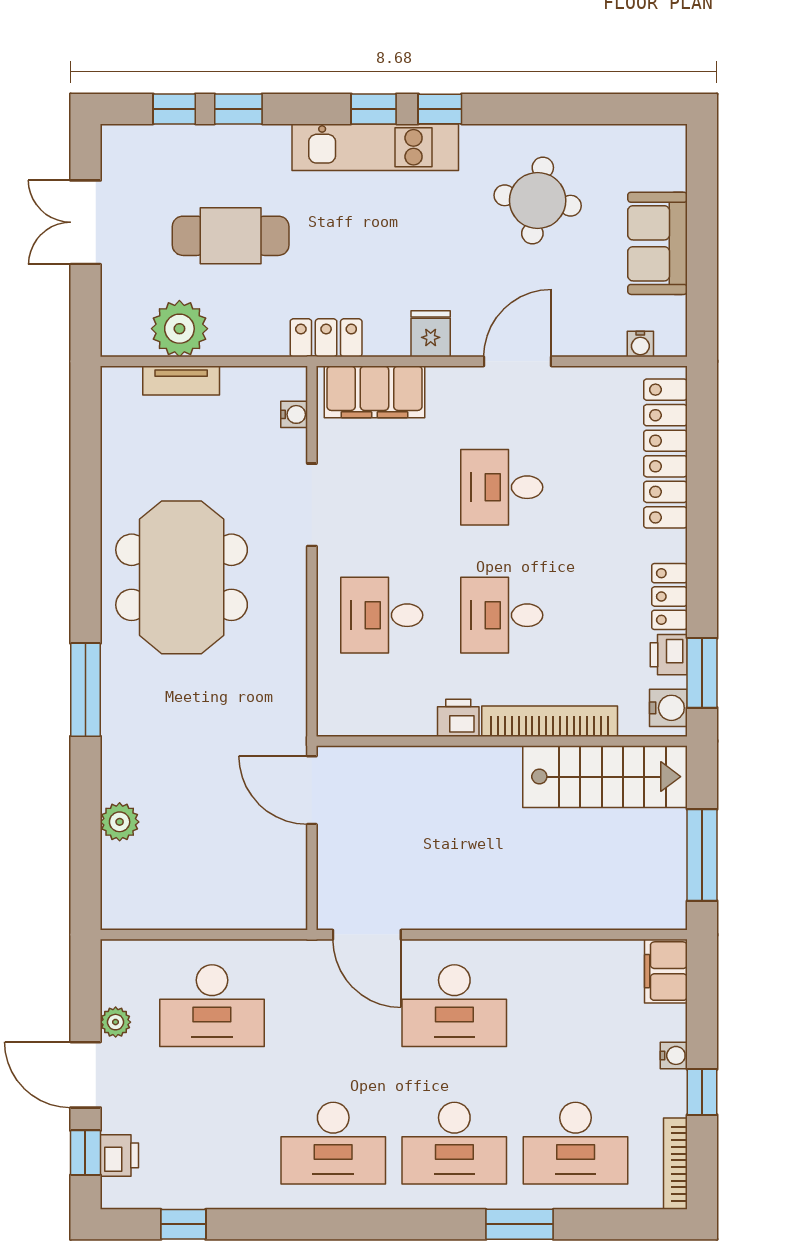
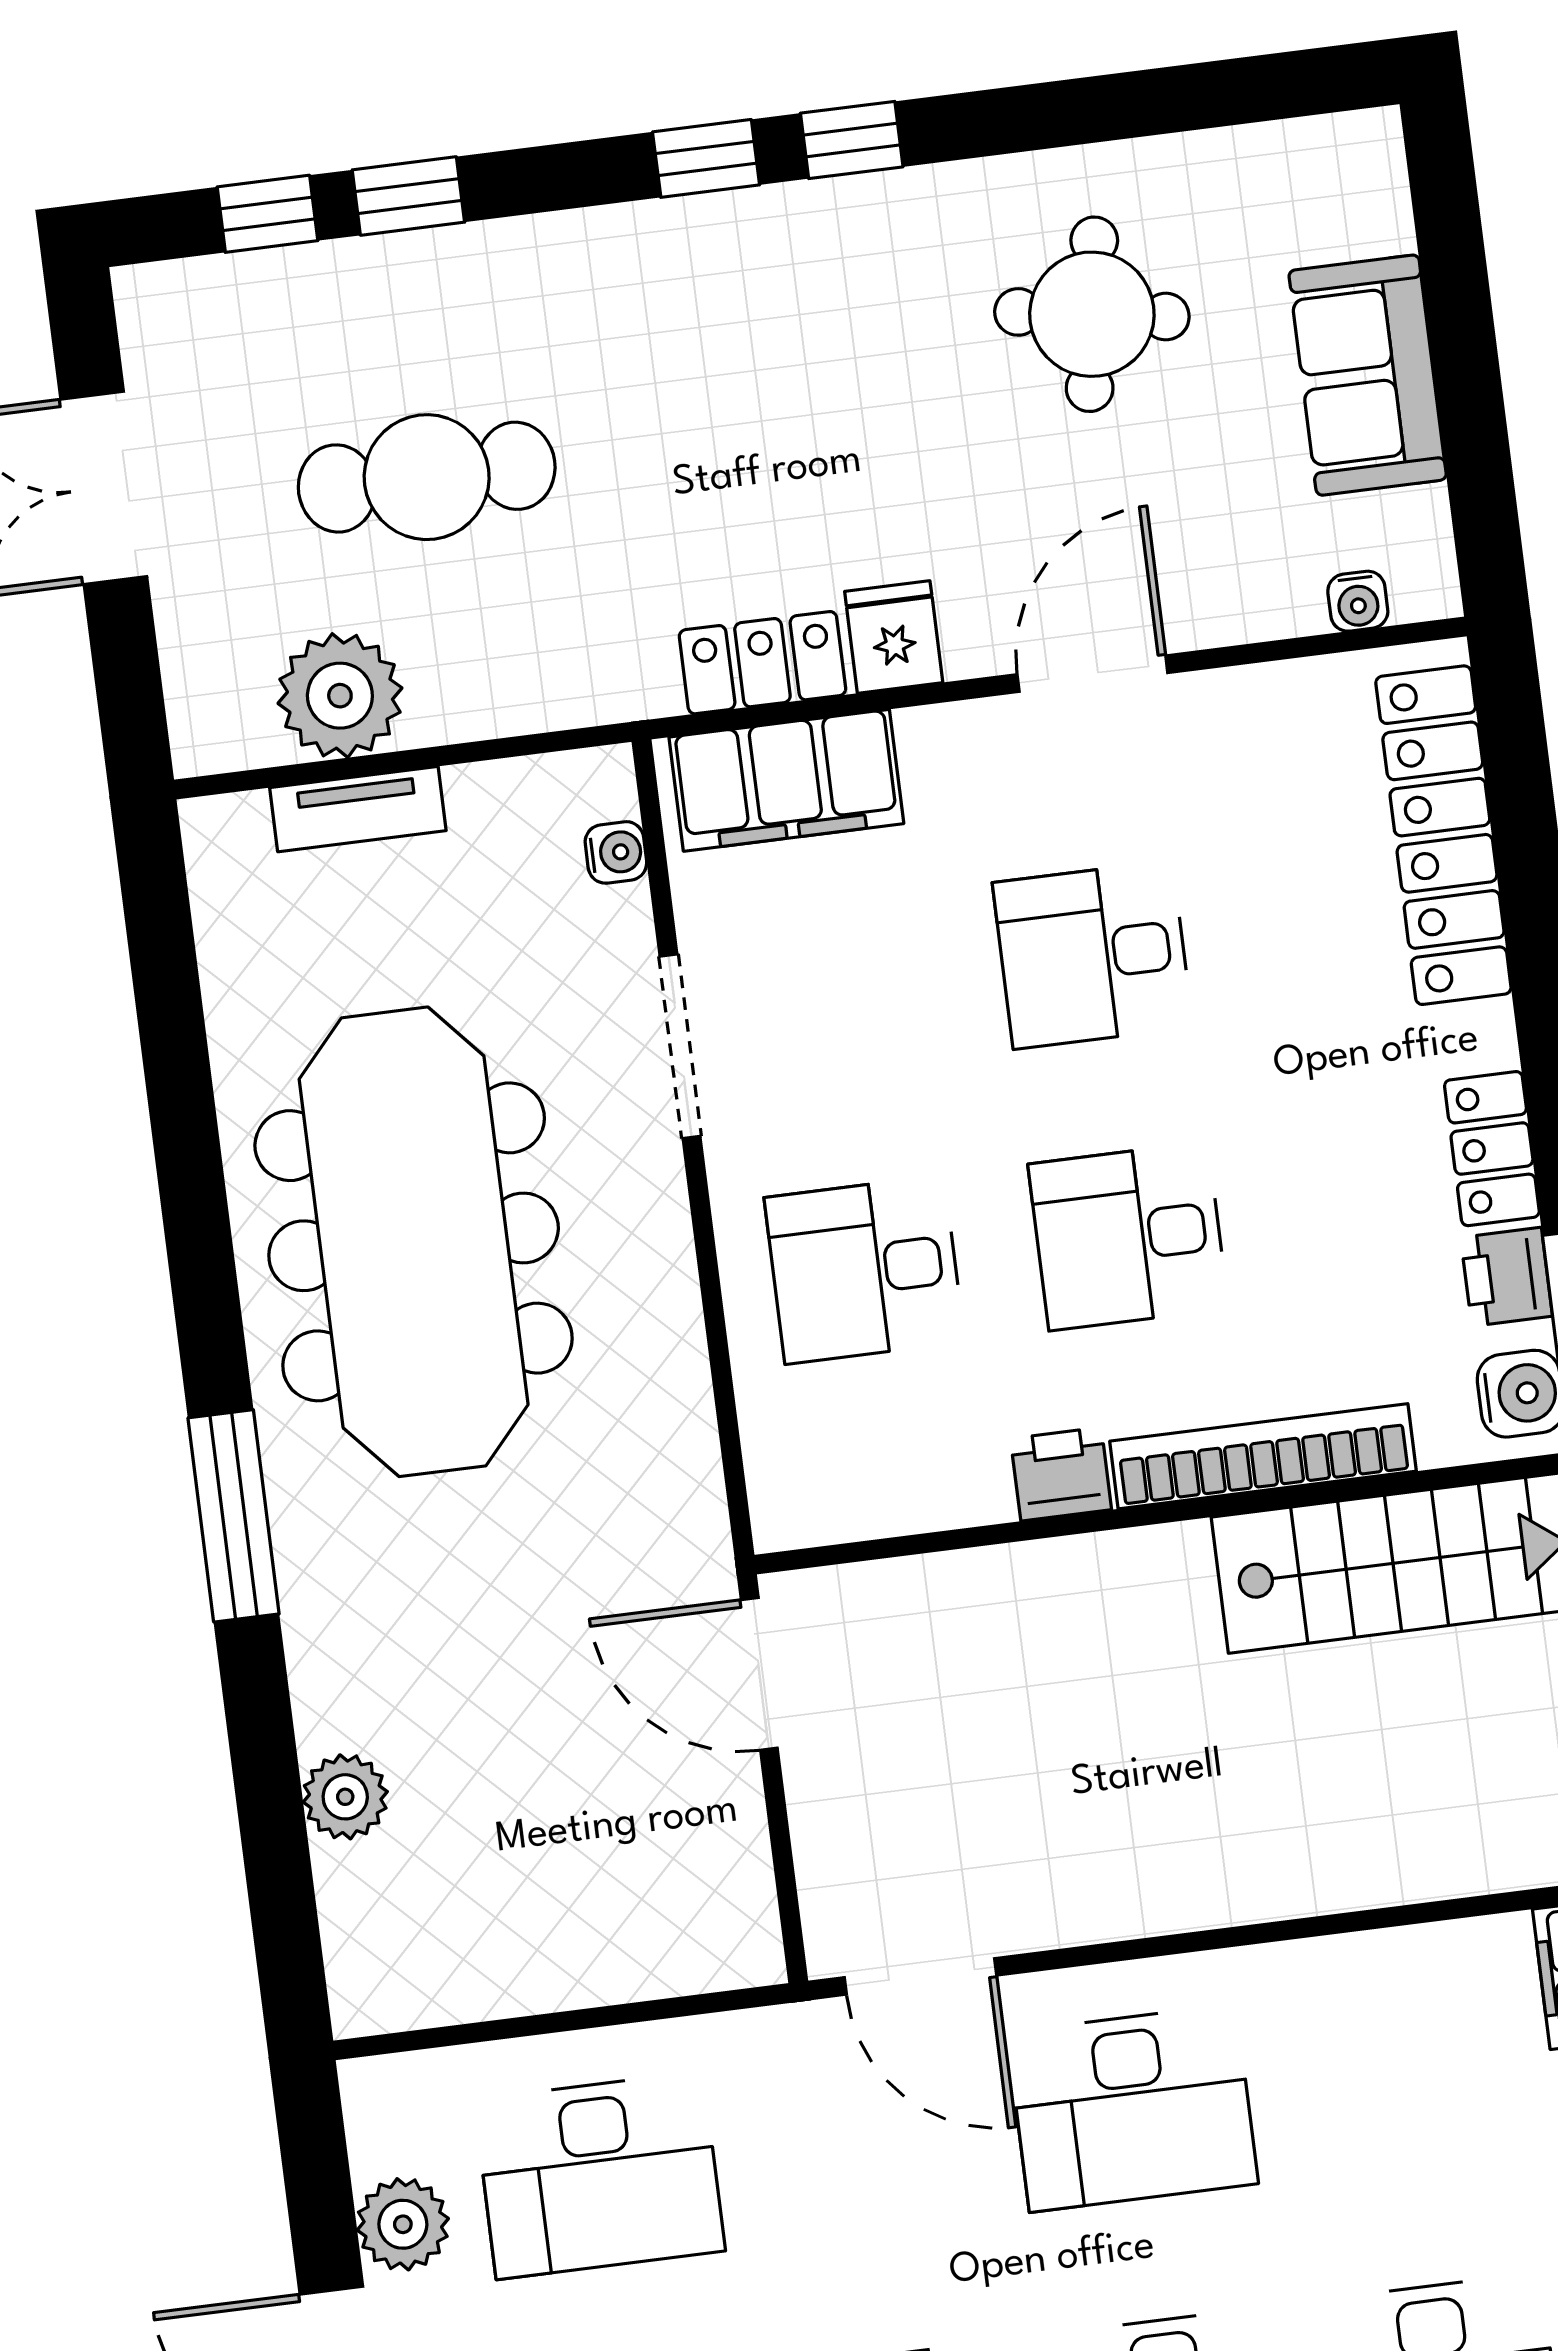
kitchen unit: (375, 147) -> (720, 242), removed
locker: (326, 338) -> (762, 663), moved
meeting table: (182, 577) -> (414, 1242), width x1.36
plant: (116, 1022) -> (403, 2224), width x1.38, depth x1.38

